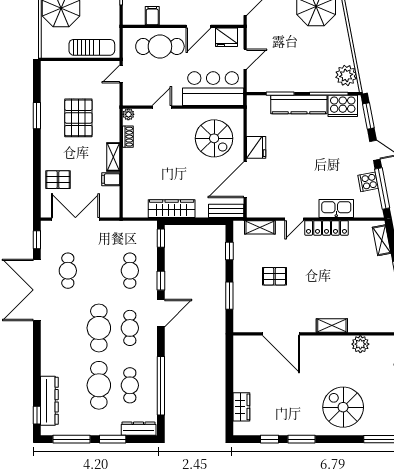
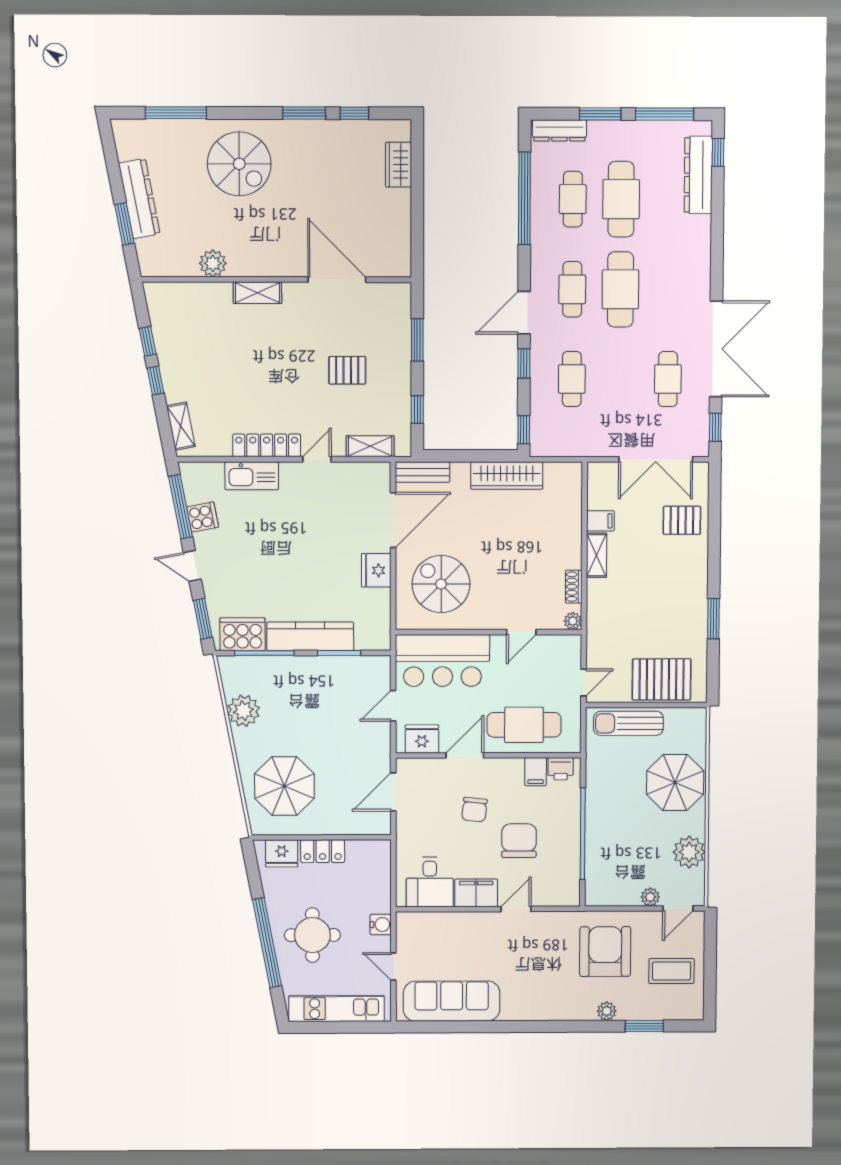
printer: (136, 18) -> (561, 769), added
plant: (346, 75) -> (243, 711), moved
pallet: (78, 118) -> (662, 679), moved, turned 90

